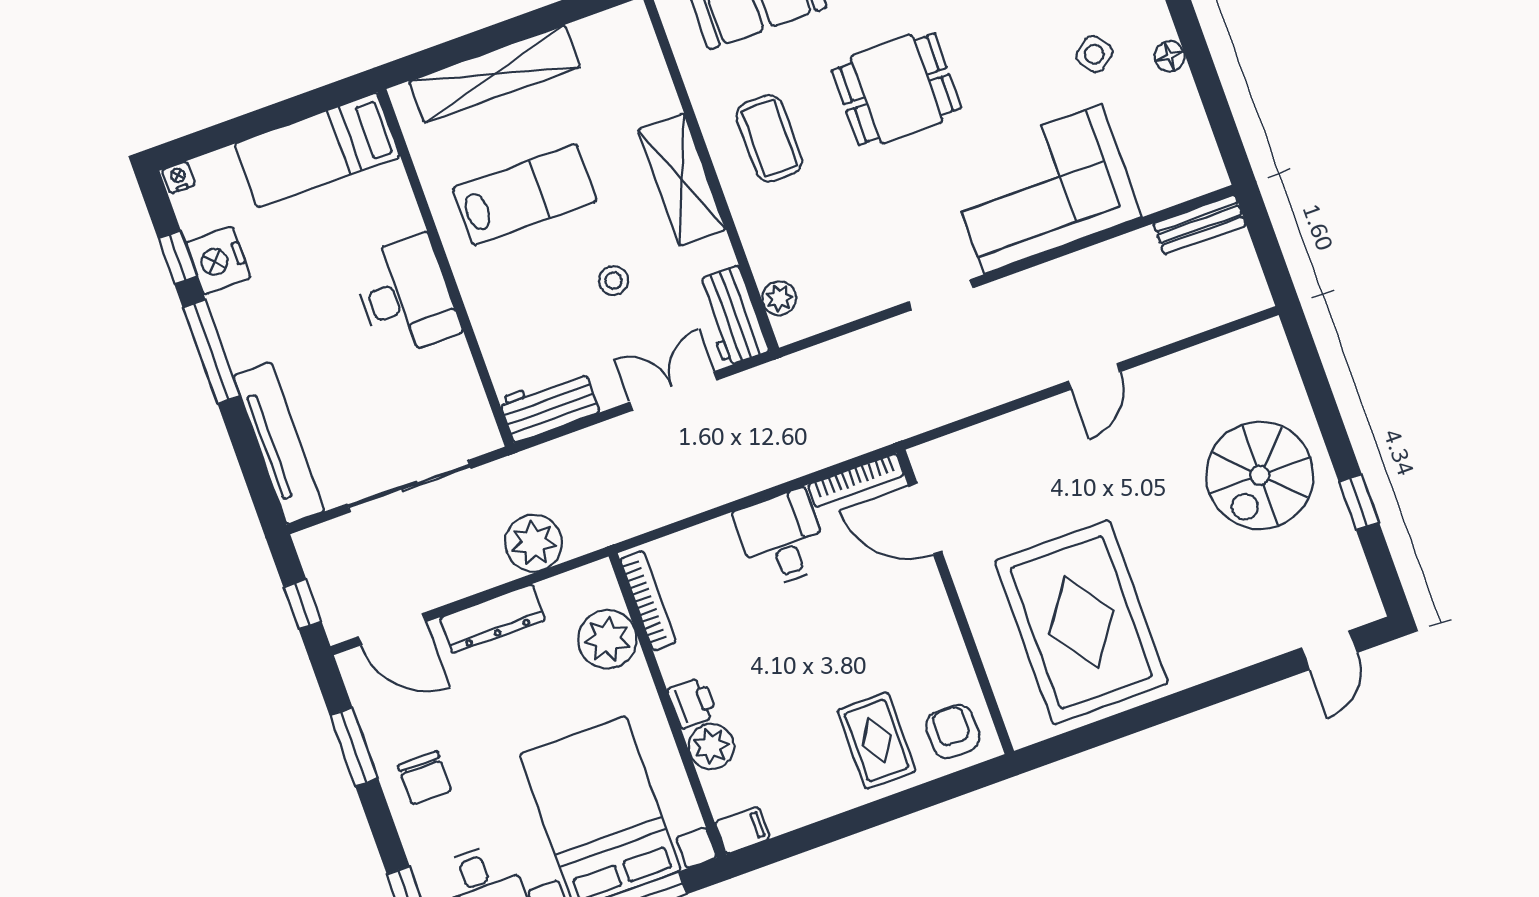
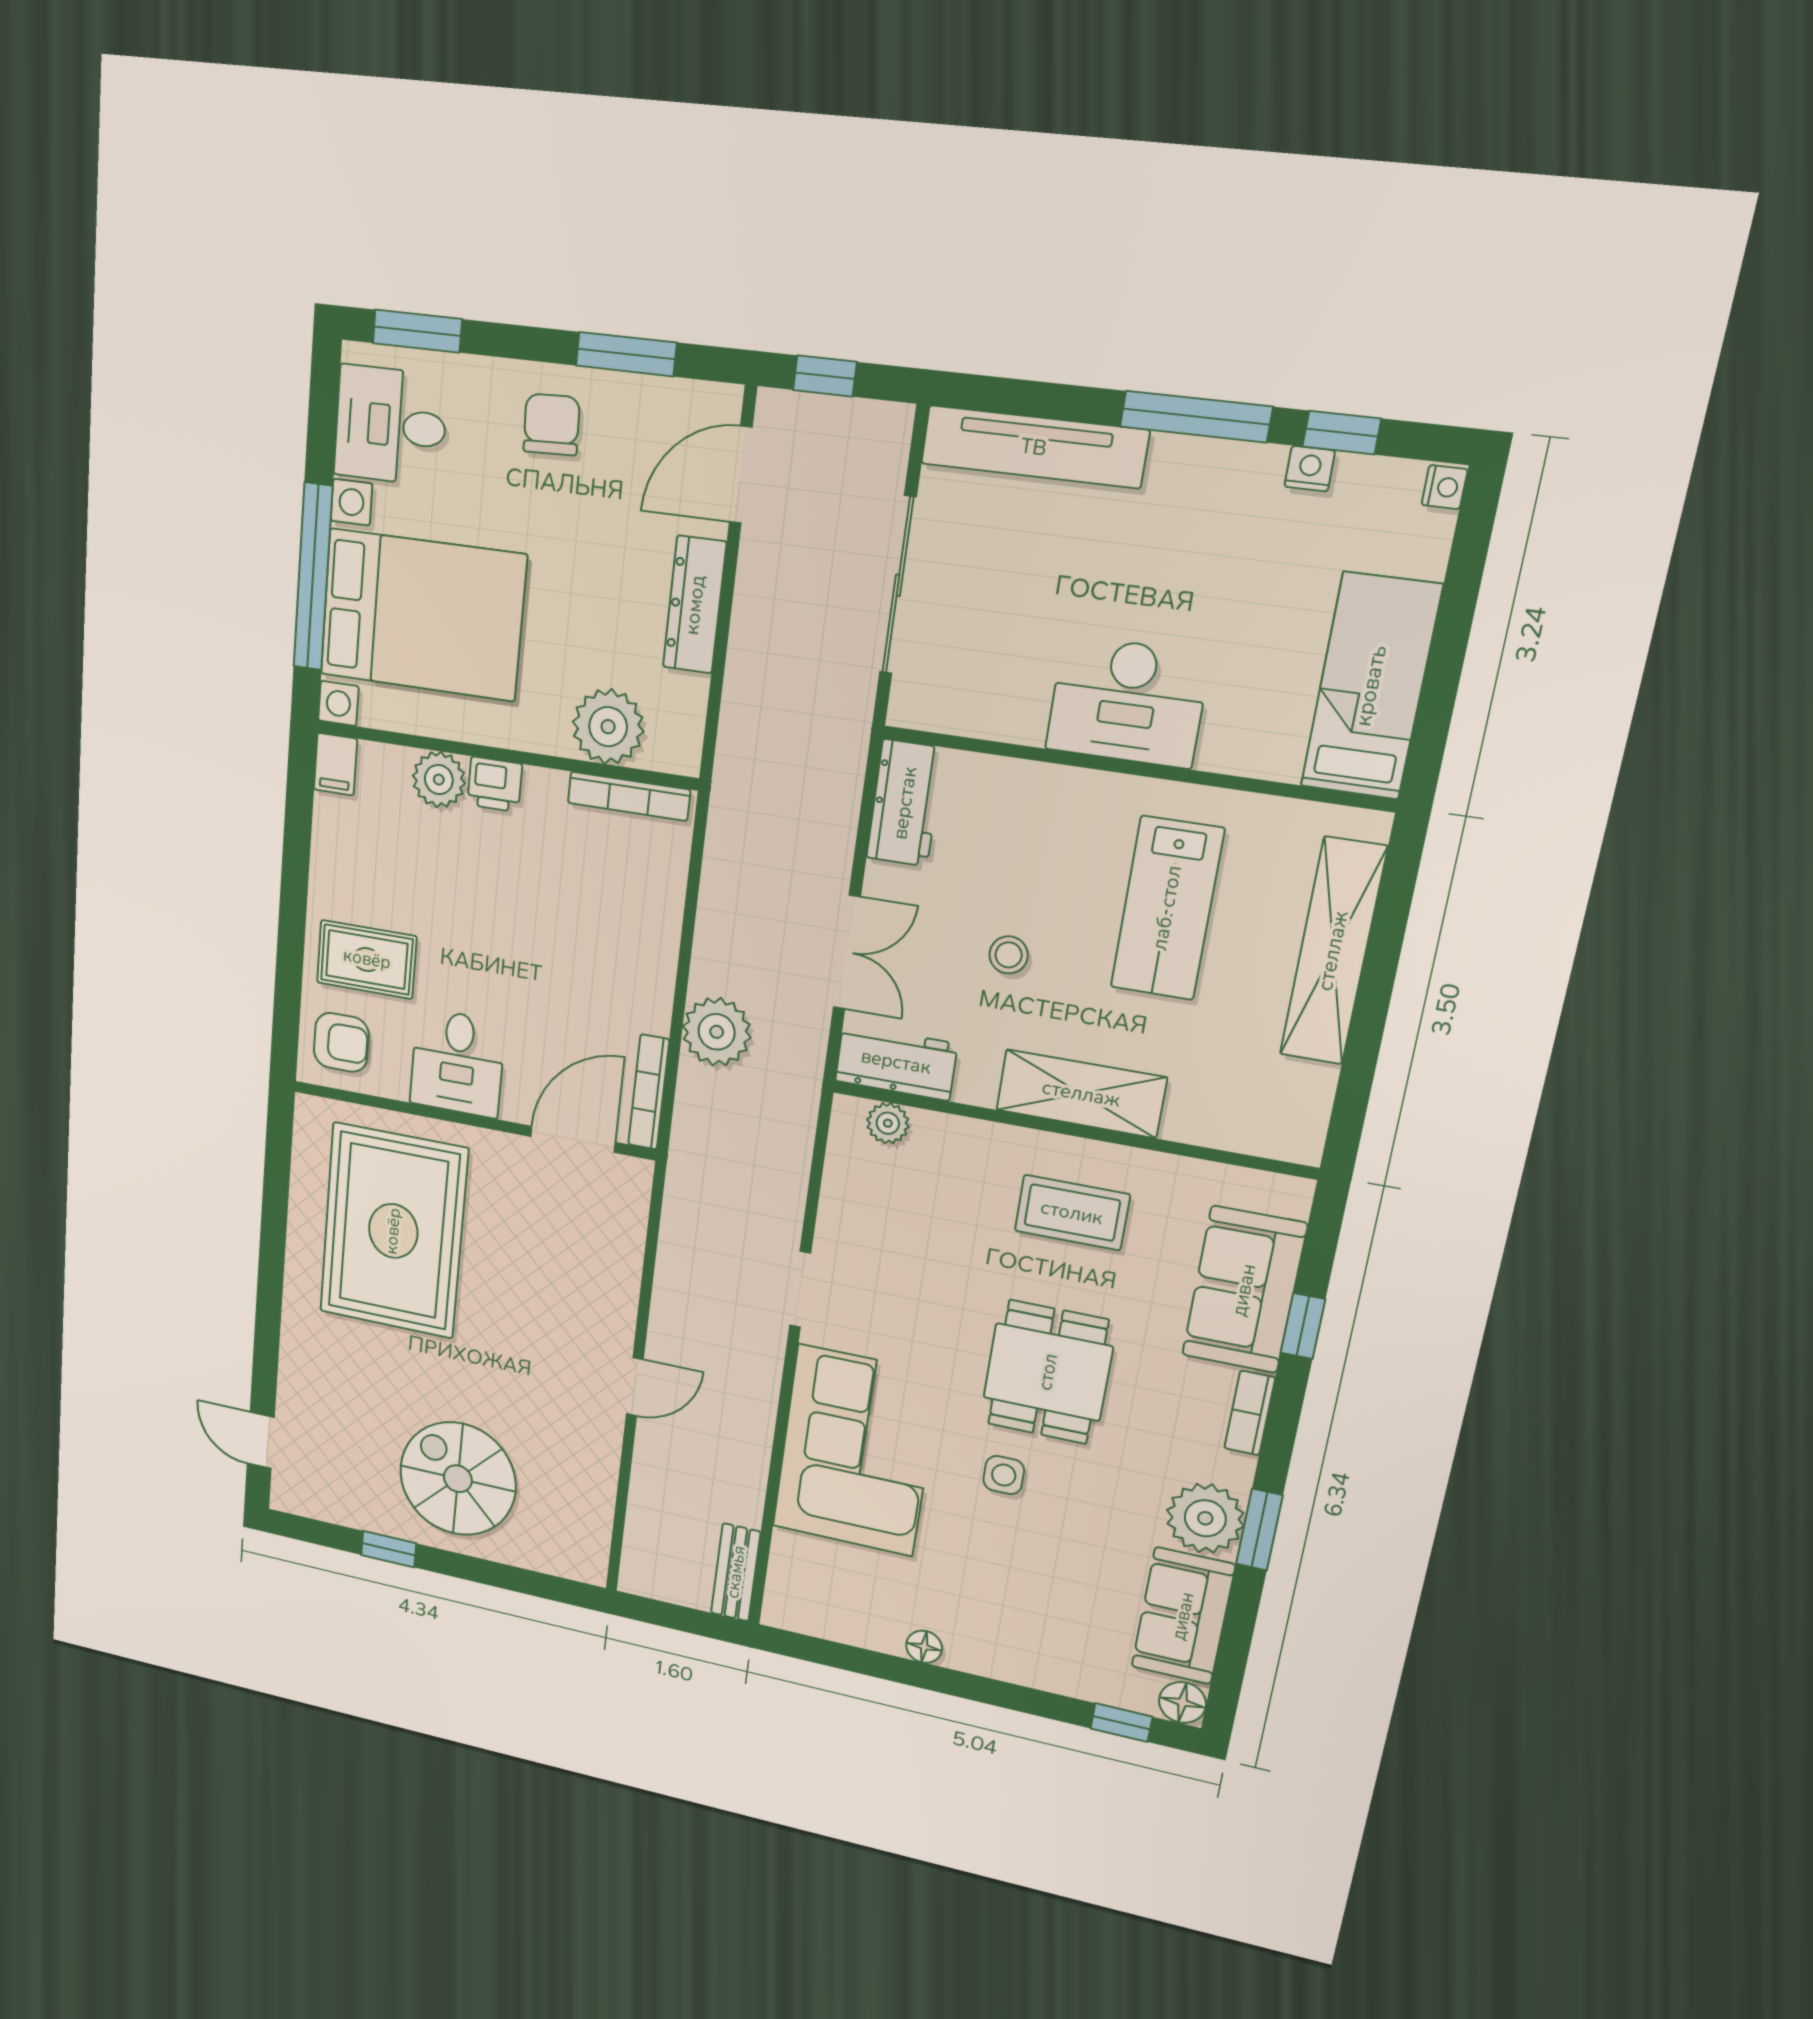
side table: (1094, 54) -> (1004, 1475), moved, turned 37
nightstand: (218, 260) -> (1310, 469), width x0.53, depth x0.56
door: (1094, 376) -> (635, 1387), swing flipped
desk: (782, 539) -> (457, 1063), moved, turned 90
plant: (534, 543) -> (717, 1032), moved
rug: (1081, 622) -> (393, 1231), turned 90
chair: (424, 778) -> (552, 425), turned 88

